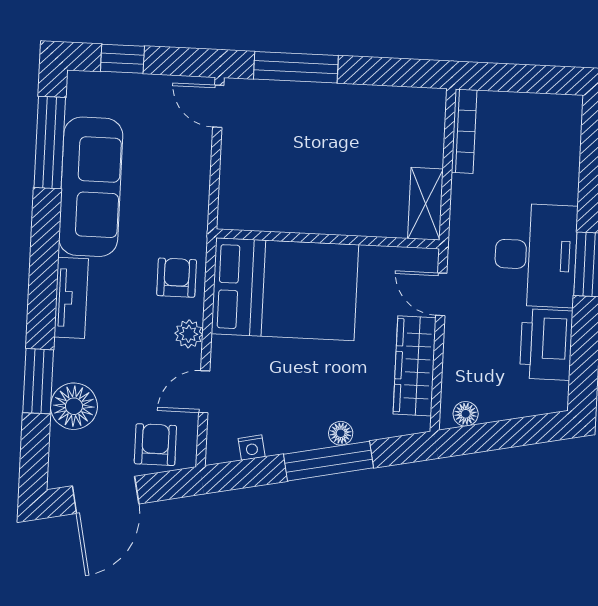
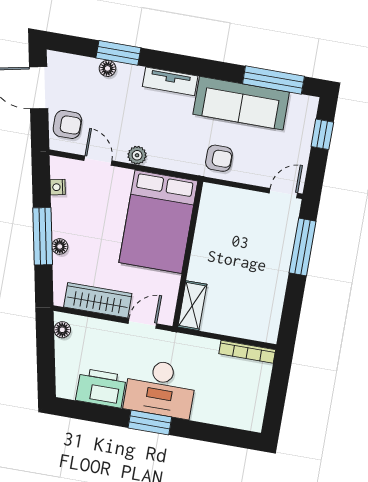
shelving: (425, 204) -> (192, 306), moved, turned 90
armchair: (177, 278) -> (219, 158), moved
floor lamp: (74, 406) -> (108, 68), width x0.53, depth x0.53

